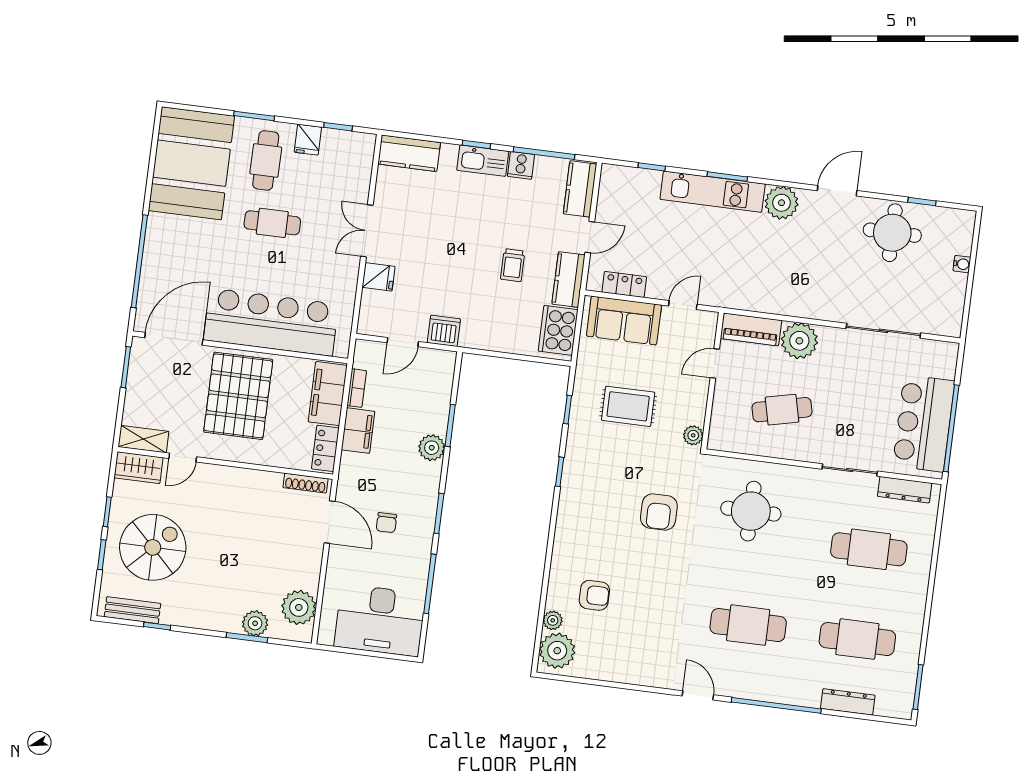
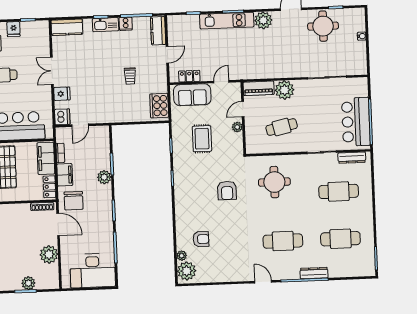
kitchen counter: (568, 280) -> (160, 78), removed
dishwasher: (444, 331) -> (62, 117), moved, turned 90
rug: (628, 406) -> (202, 139), turned 90
plant: (693, 435) -> (237, 127), moved
chair: (386, 523) -> (74, 201), moved, width x1.87, depth x1.87
plant: (299, 607) -> (49, 254), moved
dresser: (848, 702) -> (314, 273), moved

